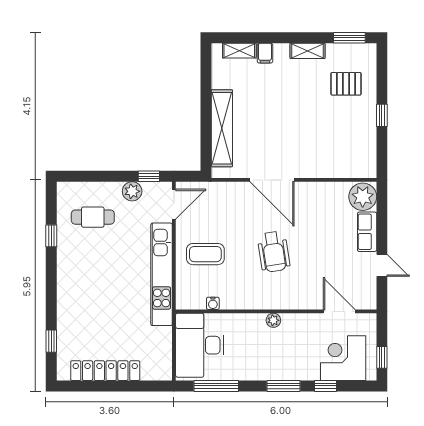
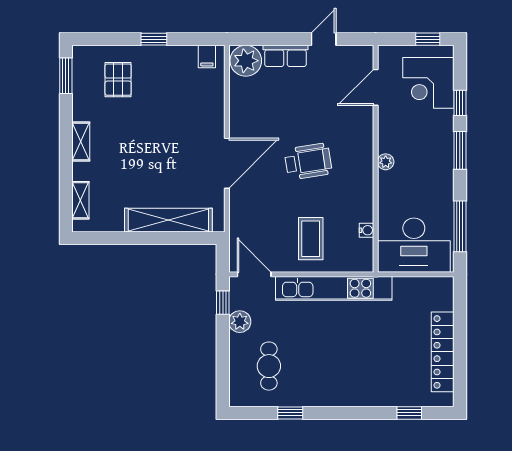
shelving: (308, 51) -> (81, 141), moved
filing cabinet: (265, 53) -> (207, 56), moved, turned 90

